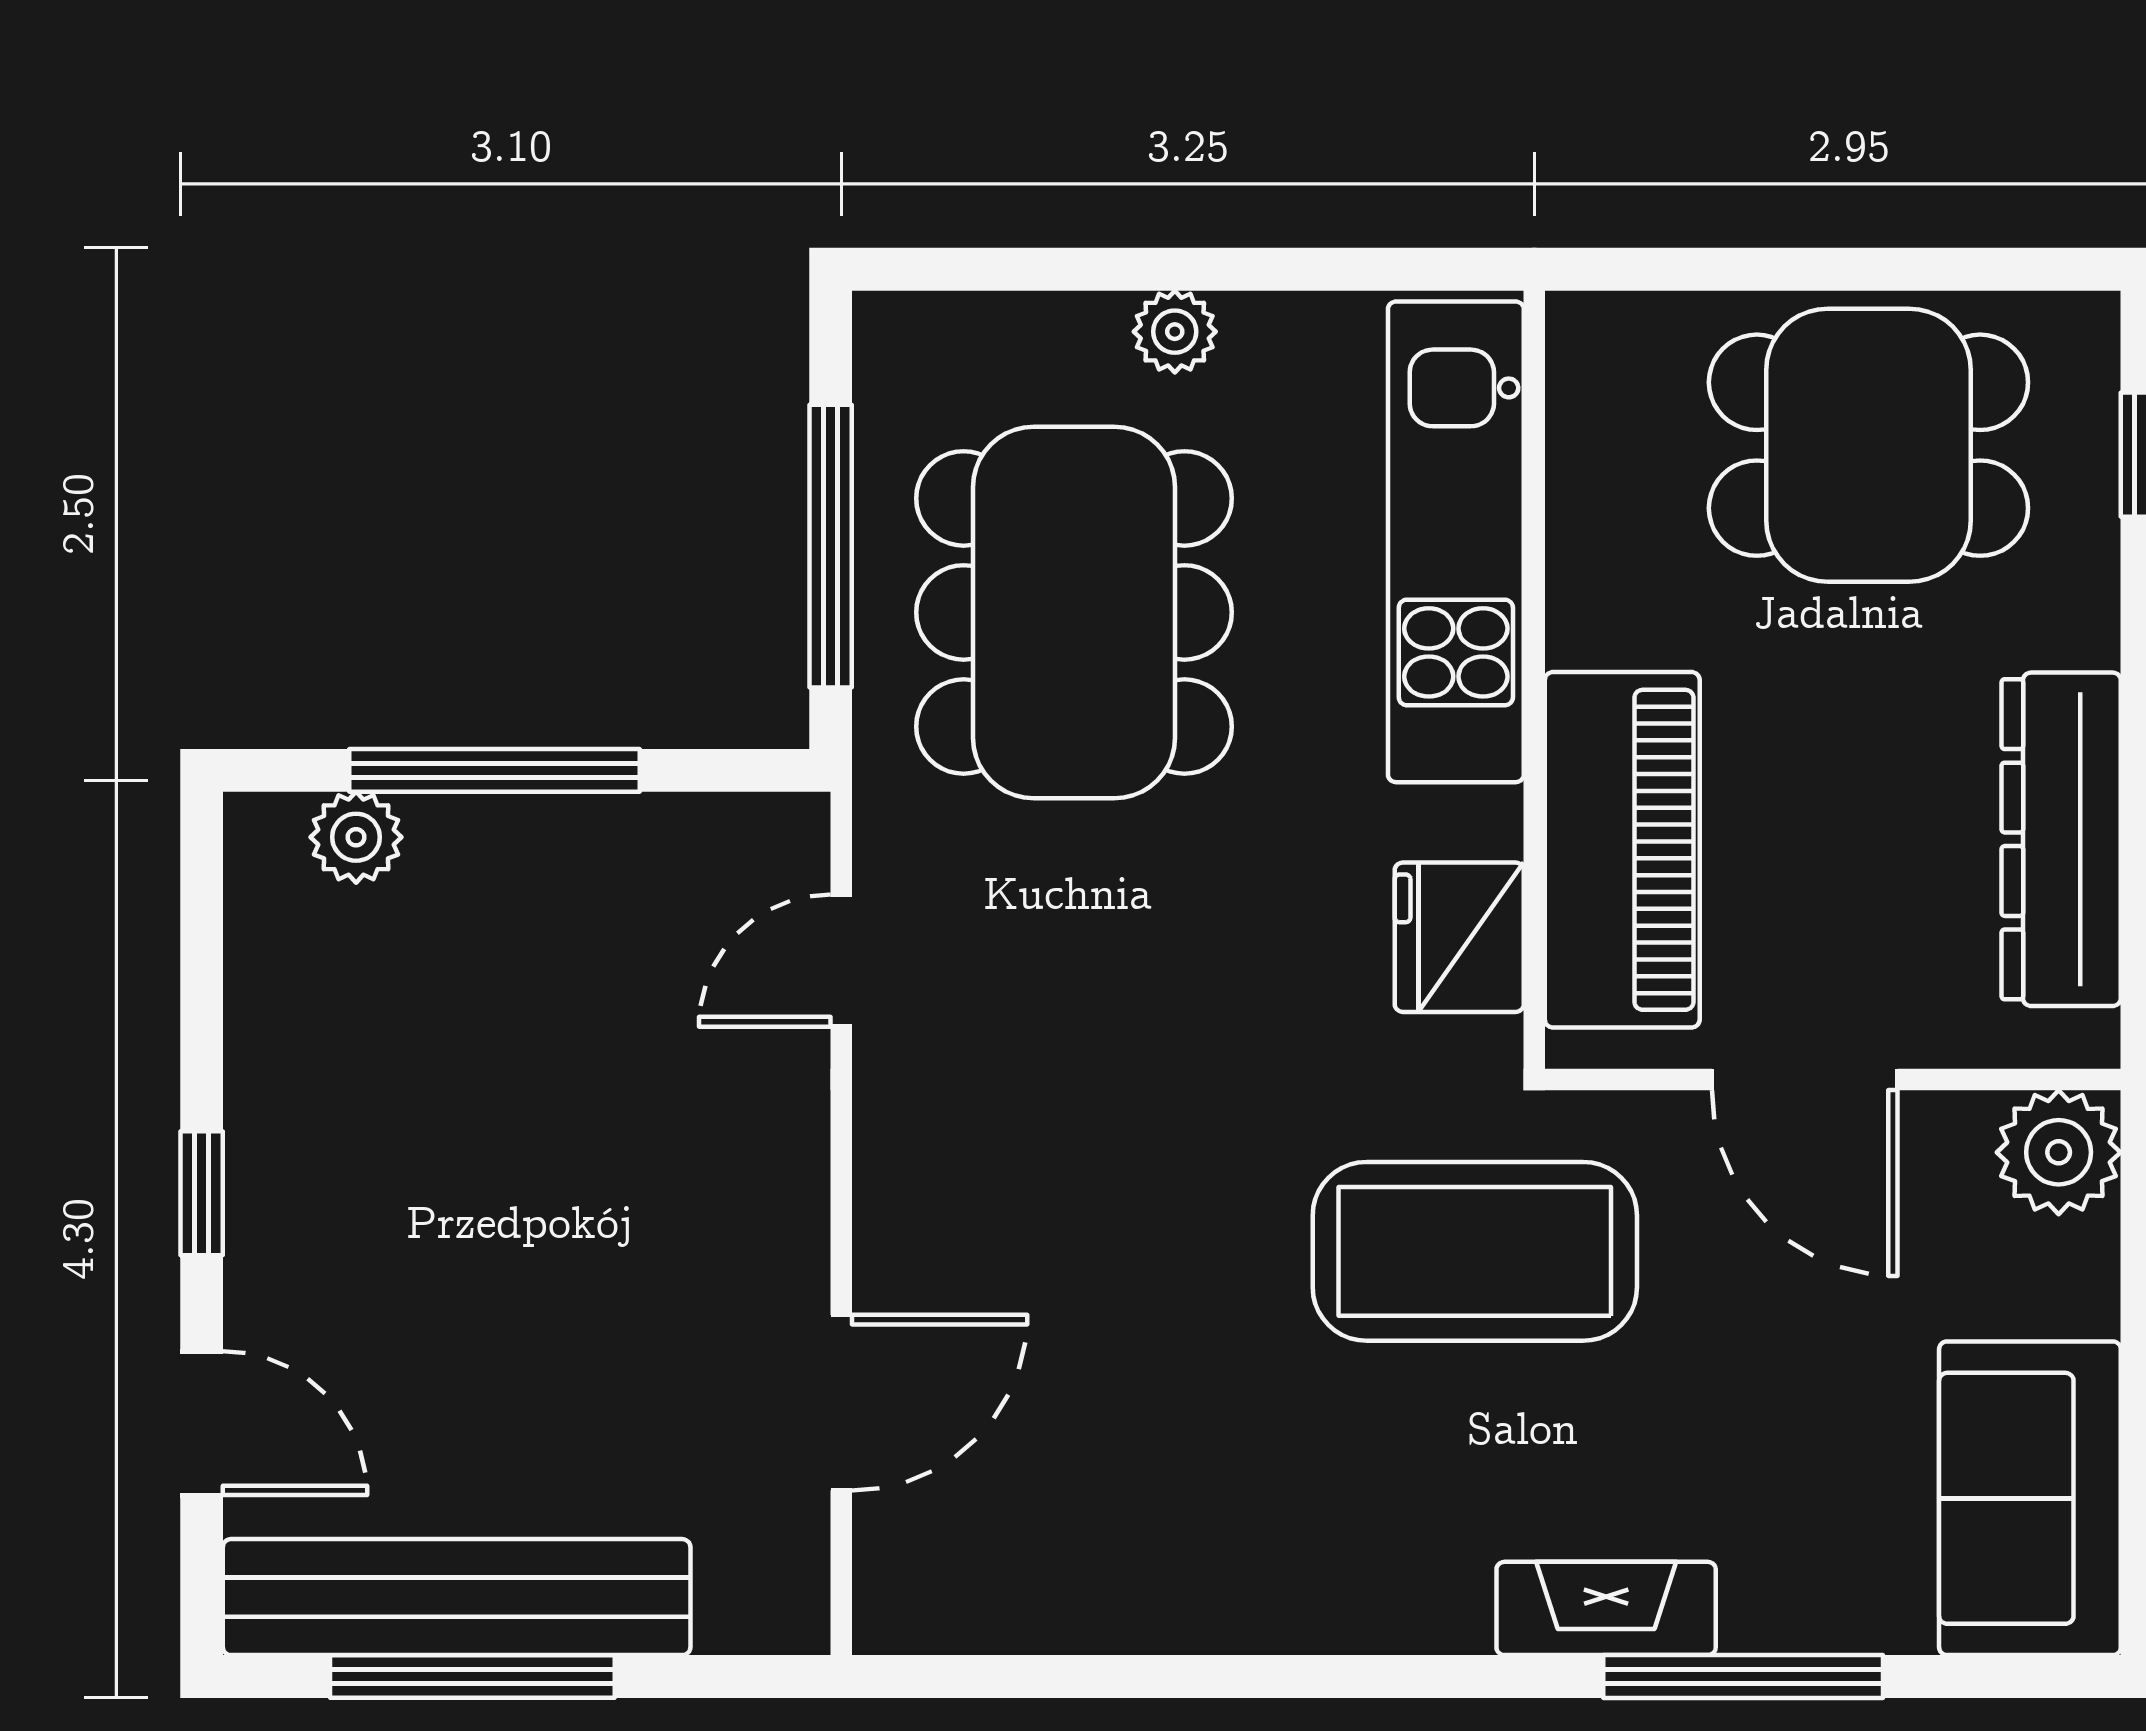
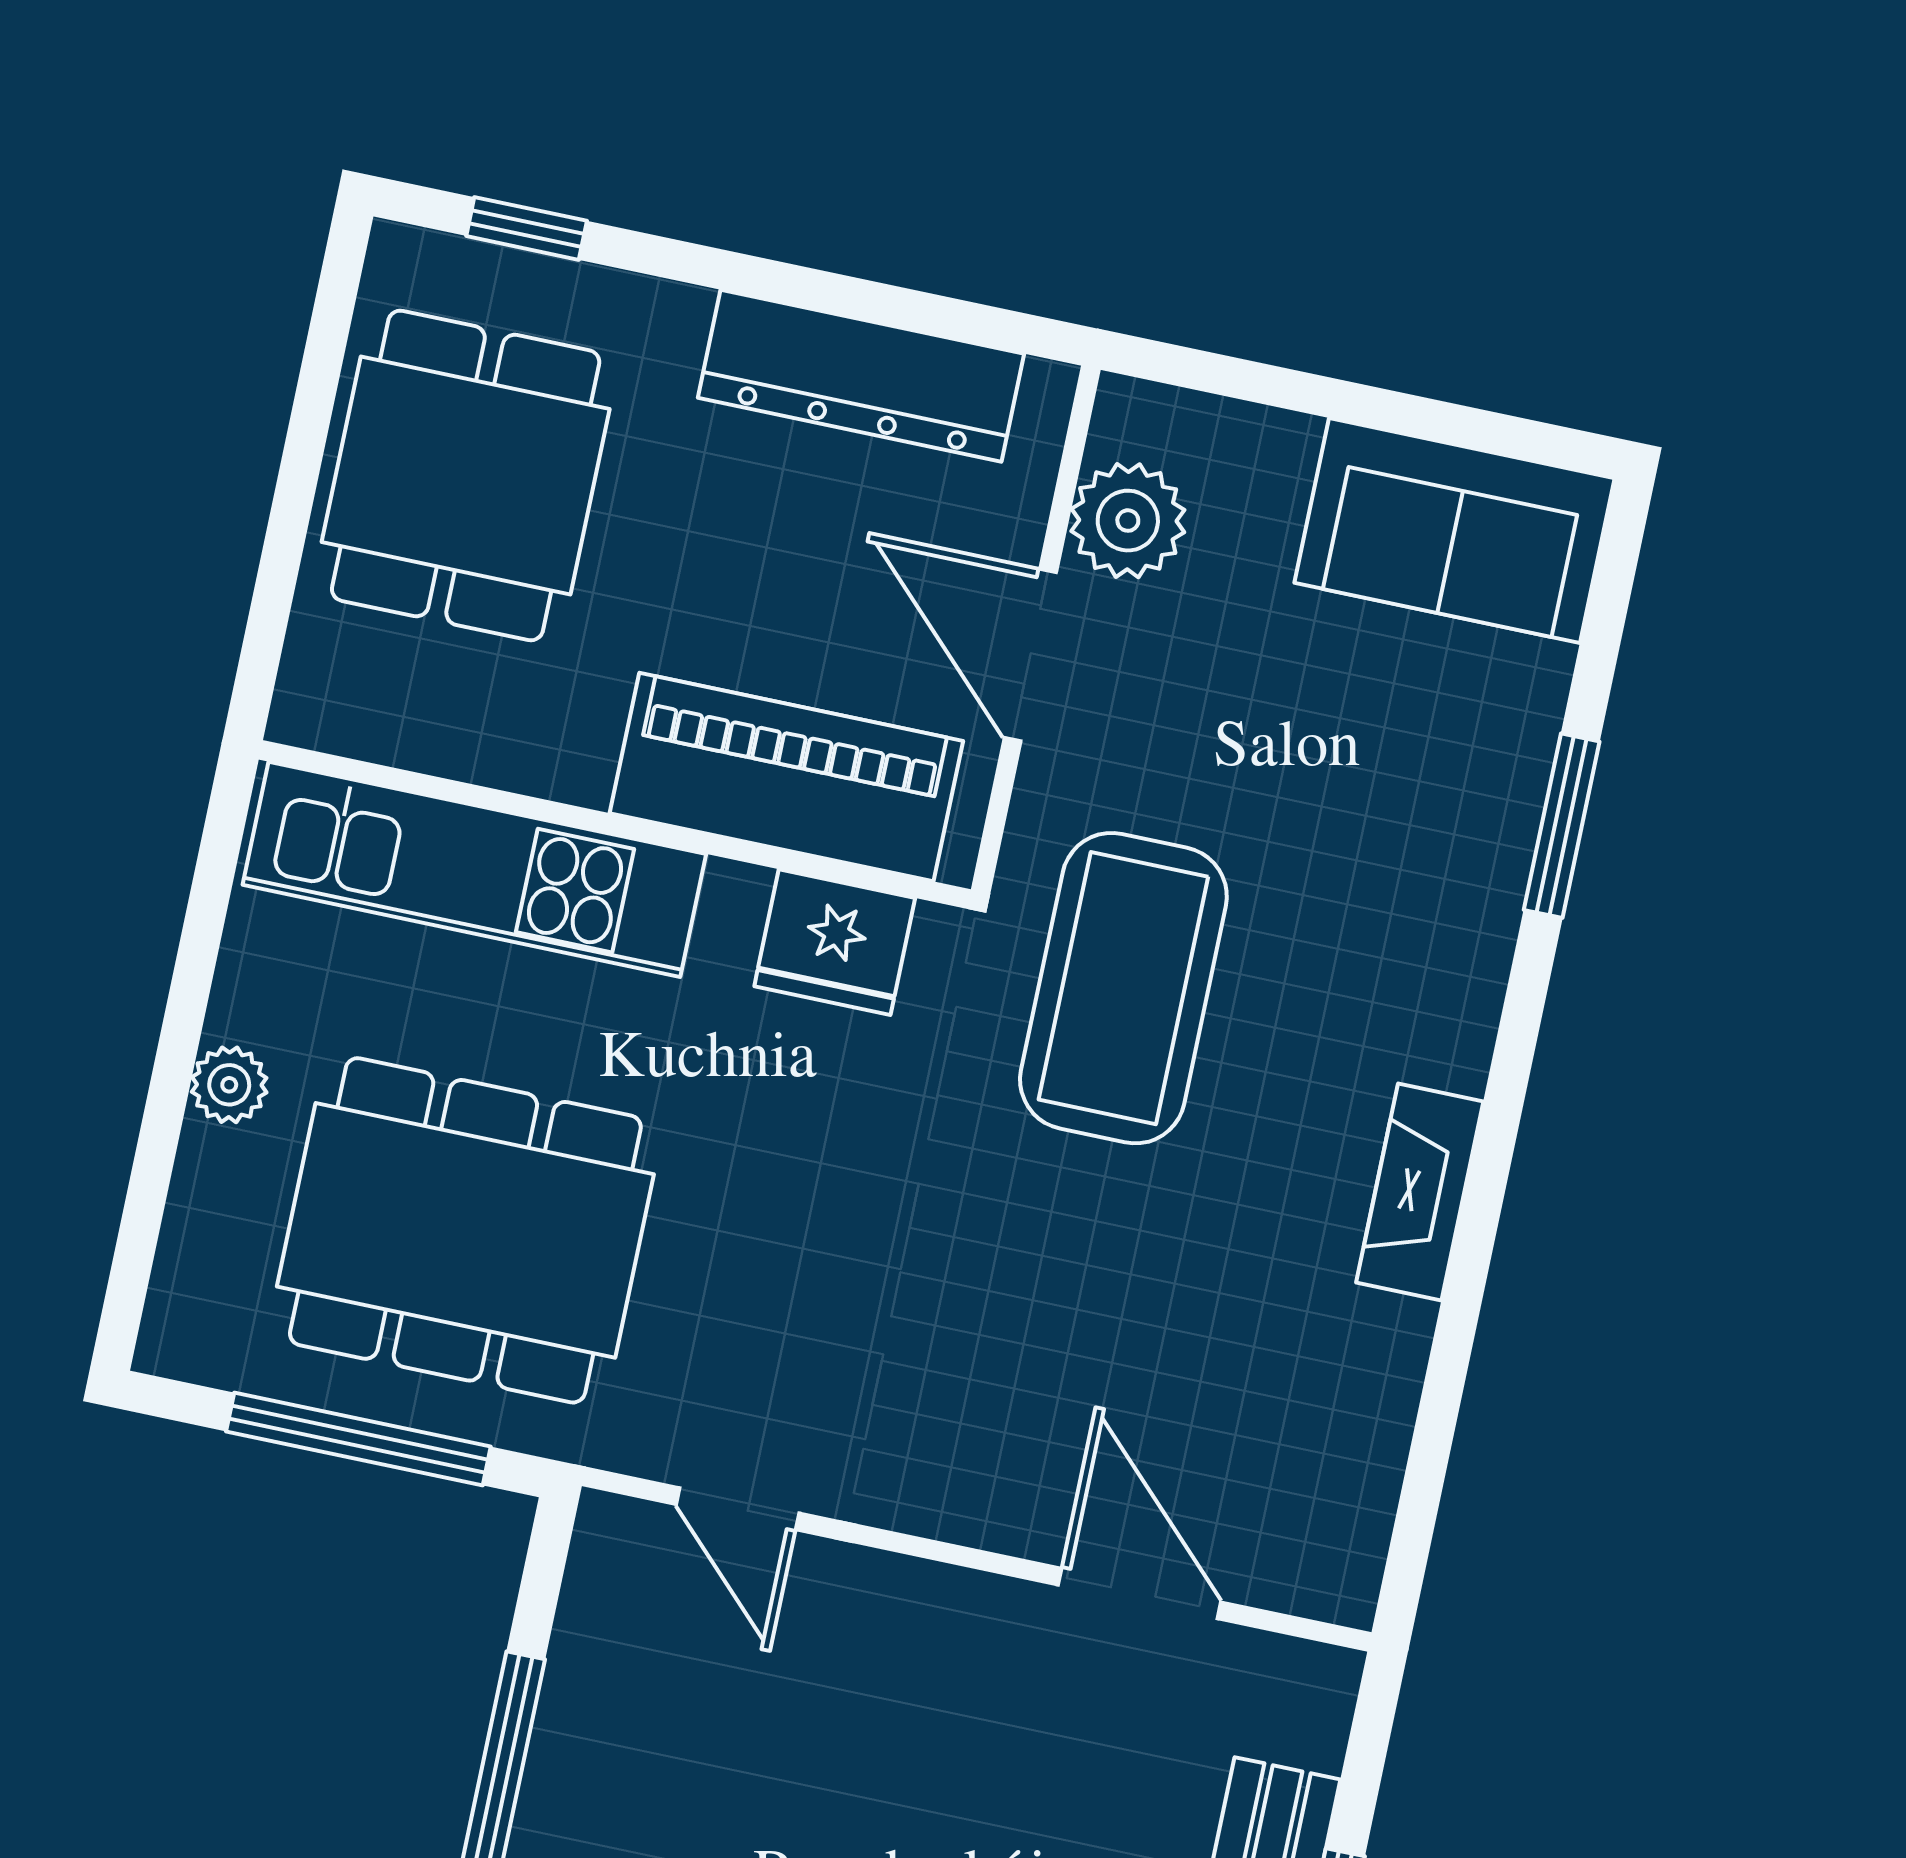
door: (1805, 1080) -> (1030, 655), swing flipped
plant: (2059, 1152) -> (1128, 521), moved
fireplace: (1606, 1608) -> (1420, 1192), moved
window: (1743, 1677) -> (1562, 826), width x0.69

